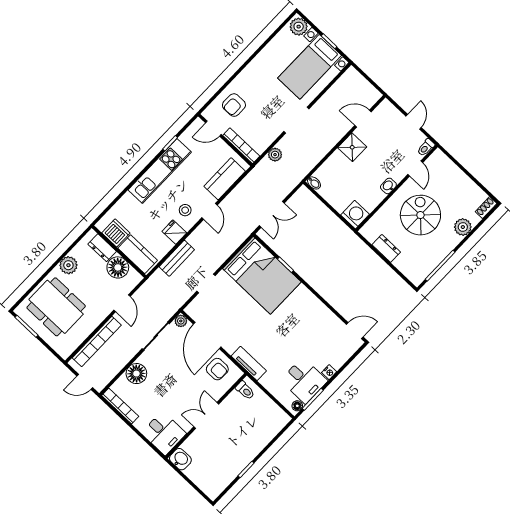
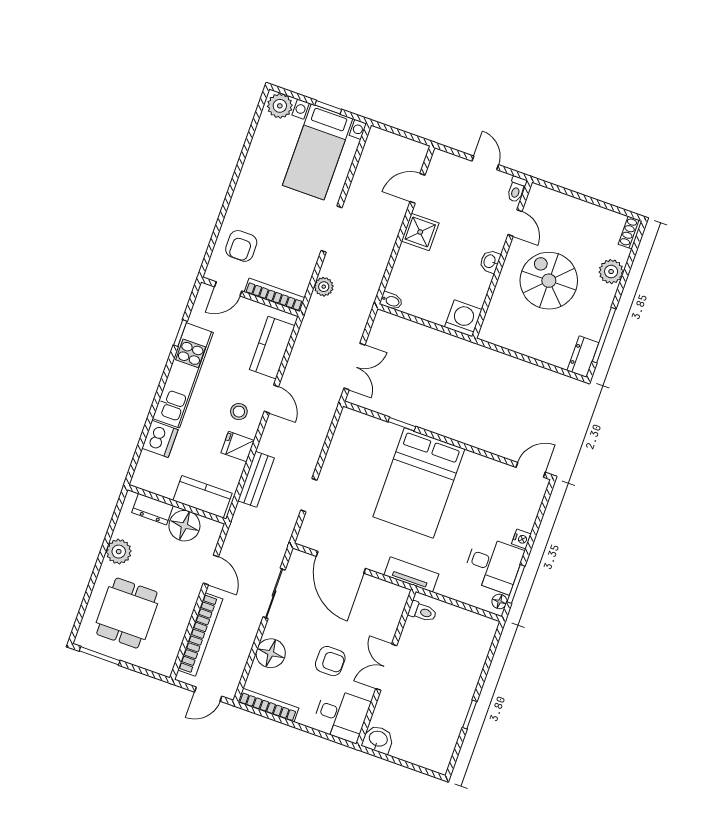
dishwasher: (116, 233) -> (160, 439), moved, turned 90
dresser: (386, 248) -> (583, 357), moved, turned -90
bed: (262, 275) -> (419, 483), moved, turned 90
dining table: (56, 307) -> (127, 613), width x0.73
plant: (181, 321) -> (298, 559), removed
armchair: (217, 369) -> (330, 661), moved

